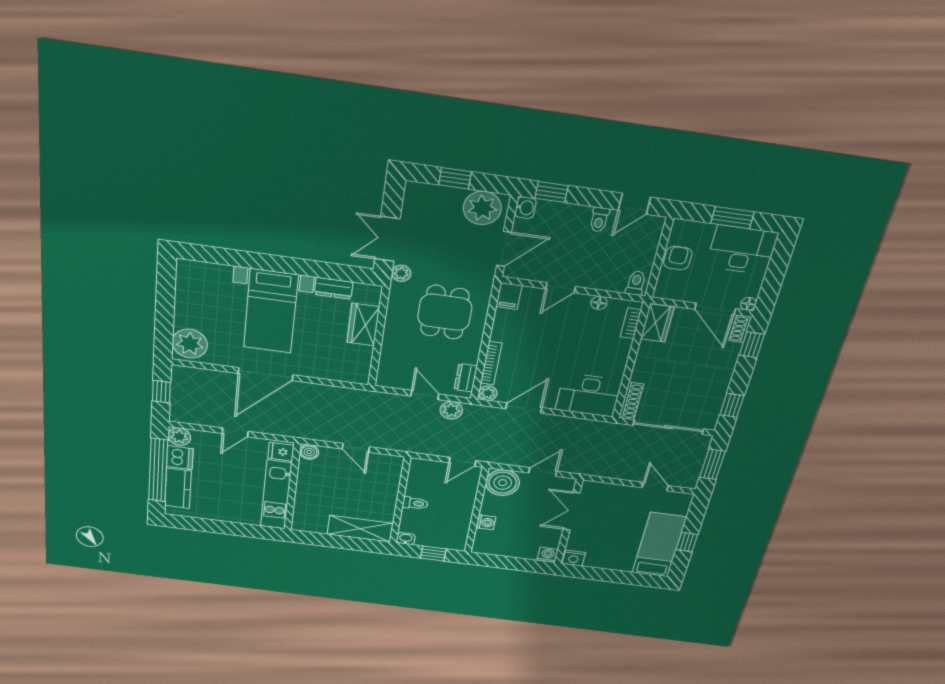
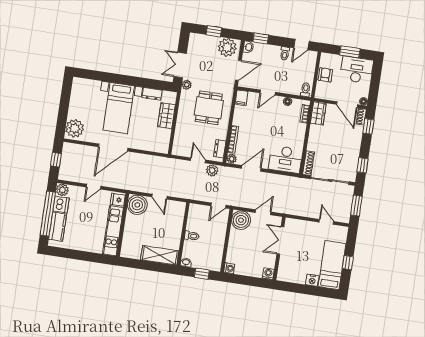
boiler: (309, 452) -> (137, 205), width x1.86, depth x1.86
washing machine: (486, 522) -> (229, 268), moved
nightstand: (574, 558) -> (312, 280), moved

